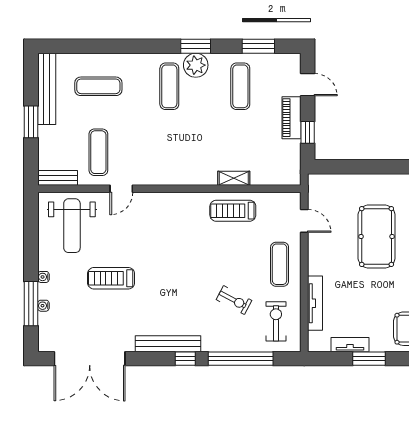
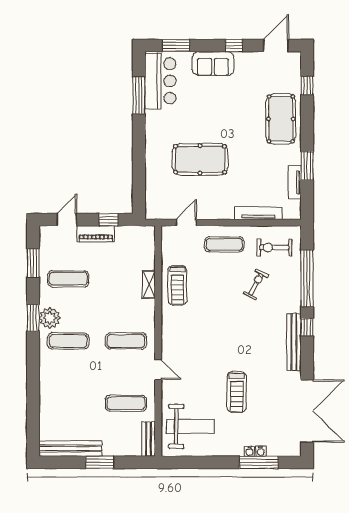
exercise mat: (98, 86) -> (126, 341), moved, turned 90
door: (121, 189) -> (158, 370), moved
water cooler: (43, 277) -> (250, 451), moved

